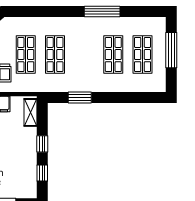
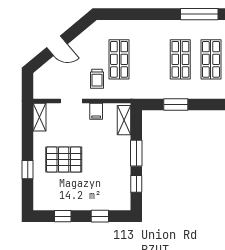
shop shelf: (55, 55) -> (180, 59), moved
window: (42, 144) -> (136, 153), width x1.50

